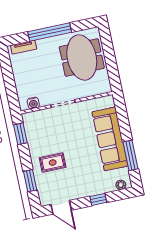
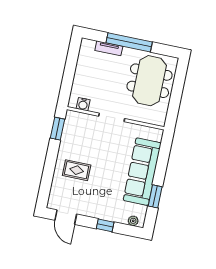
tv unit: (24, 47) -> (109, 48), moved
window: (131, 155) -> (155, 196), width x0.69
window: (30, 181) -> (47, 178), removed

